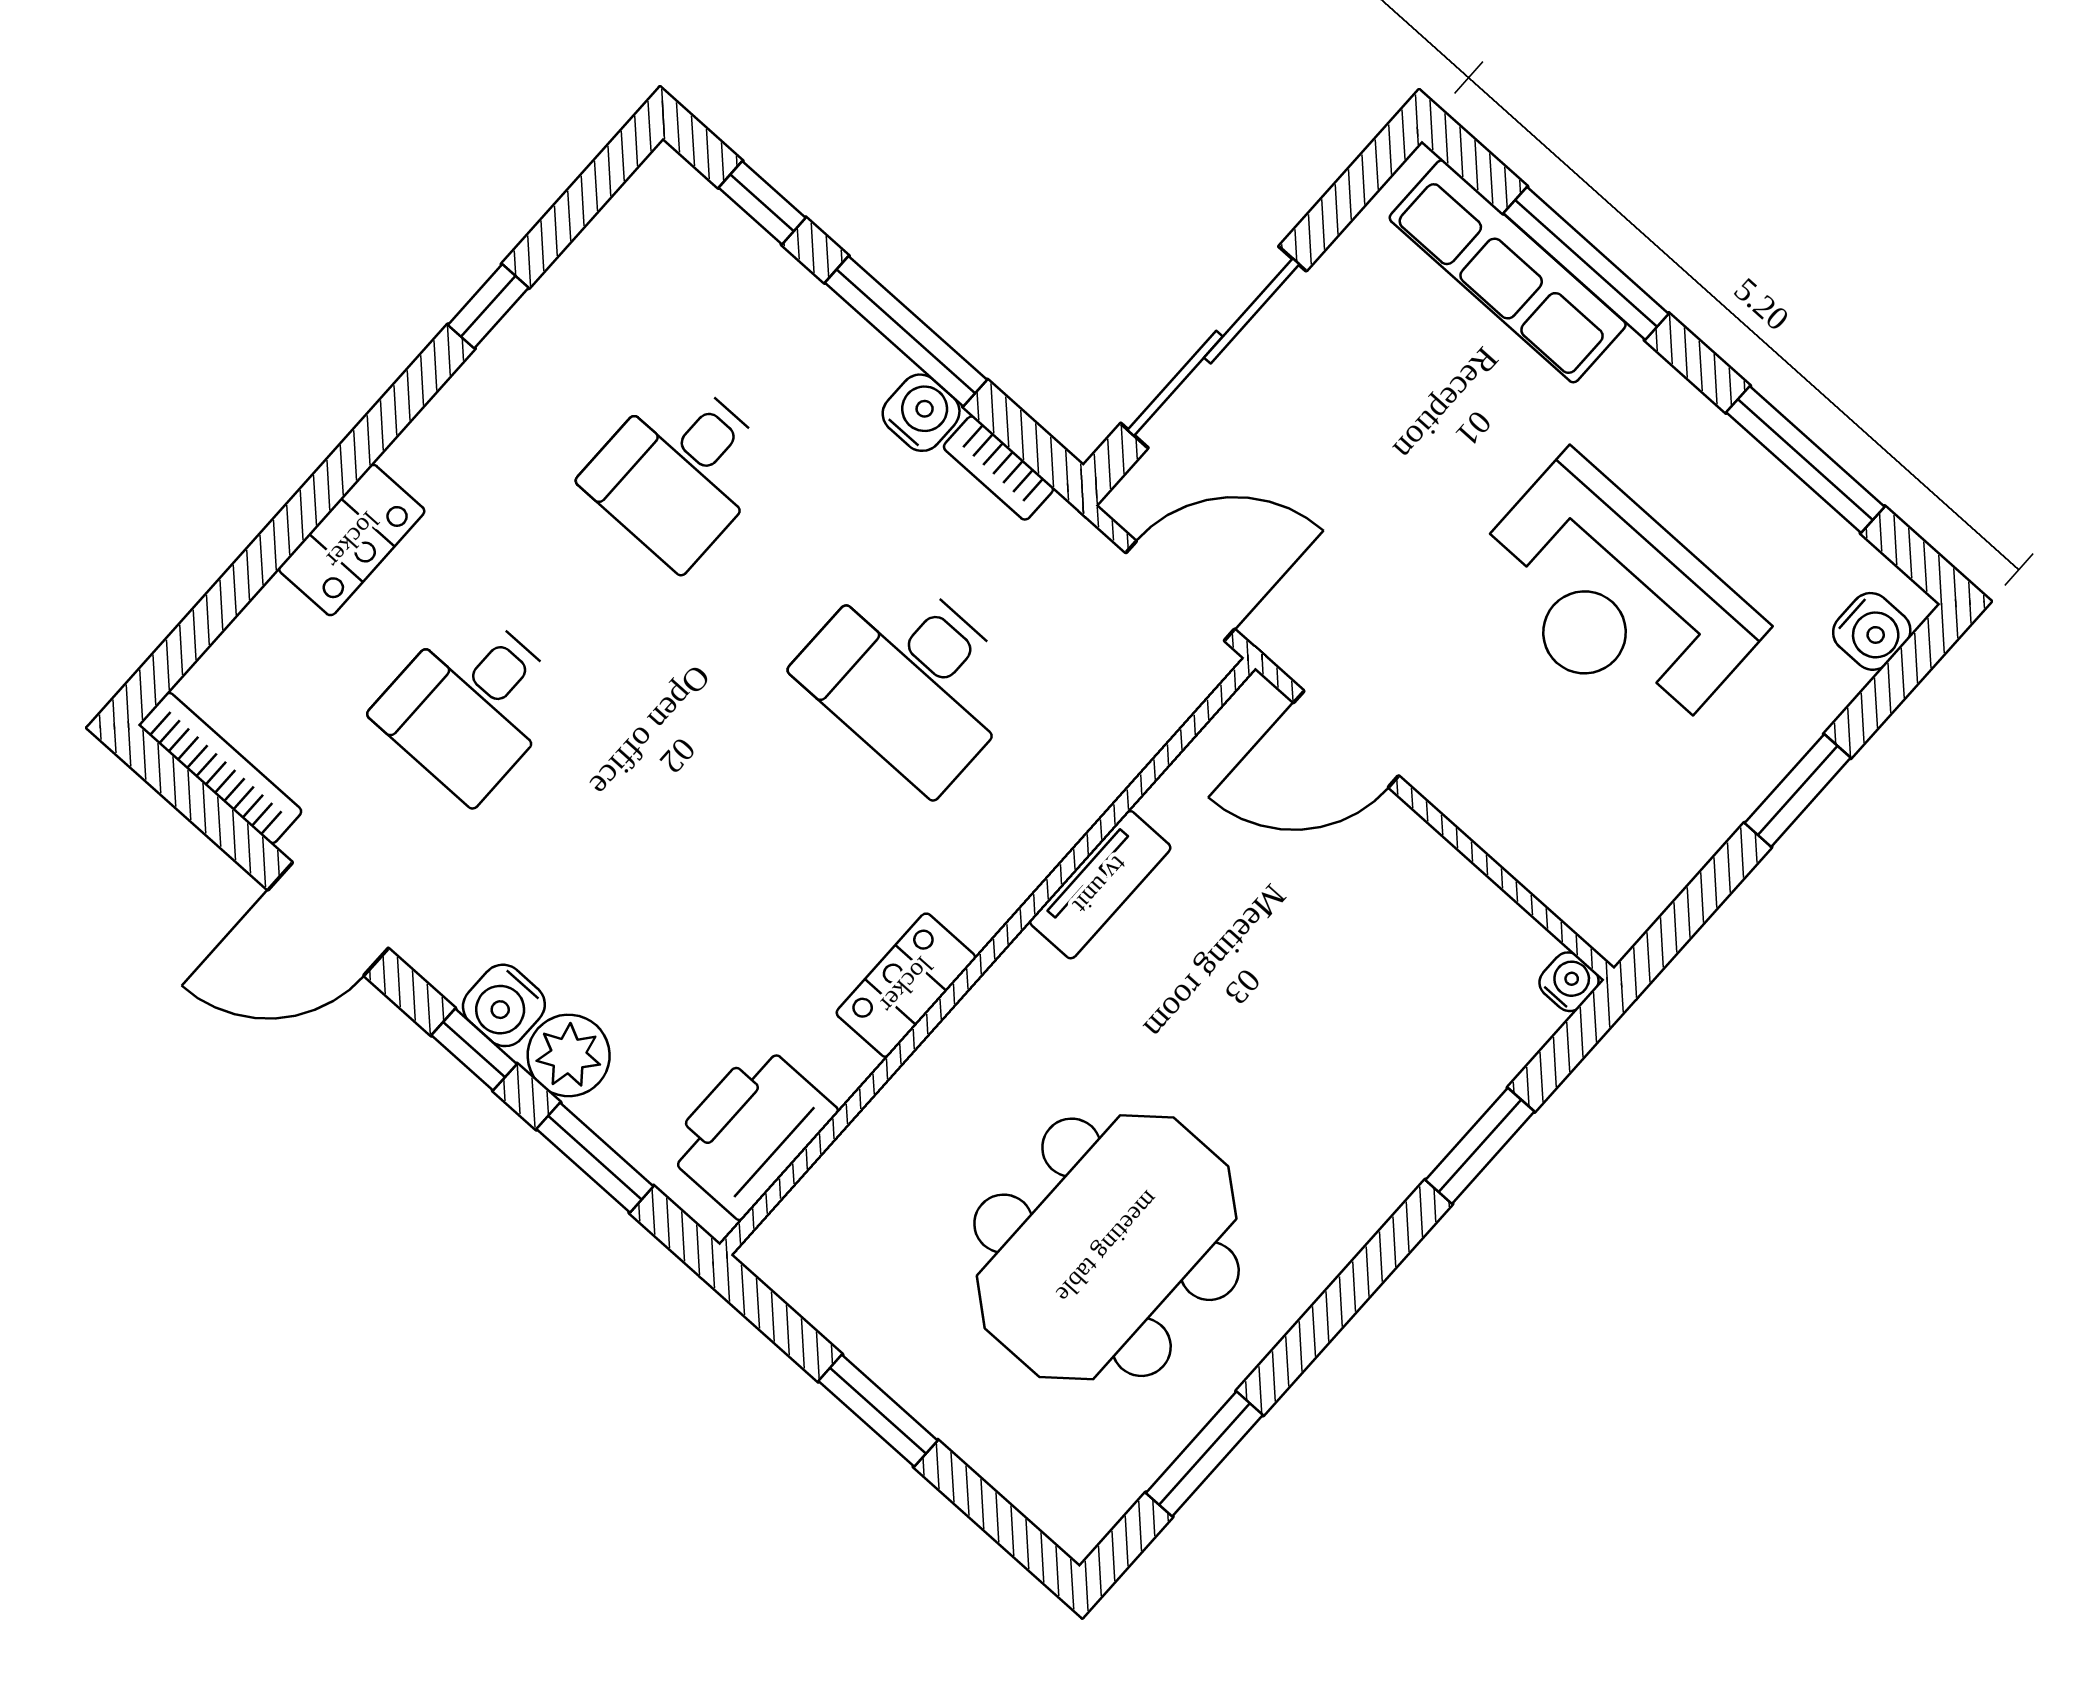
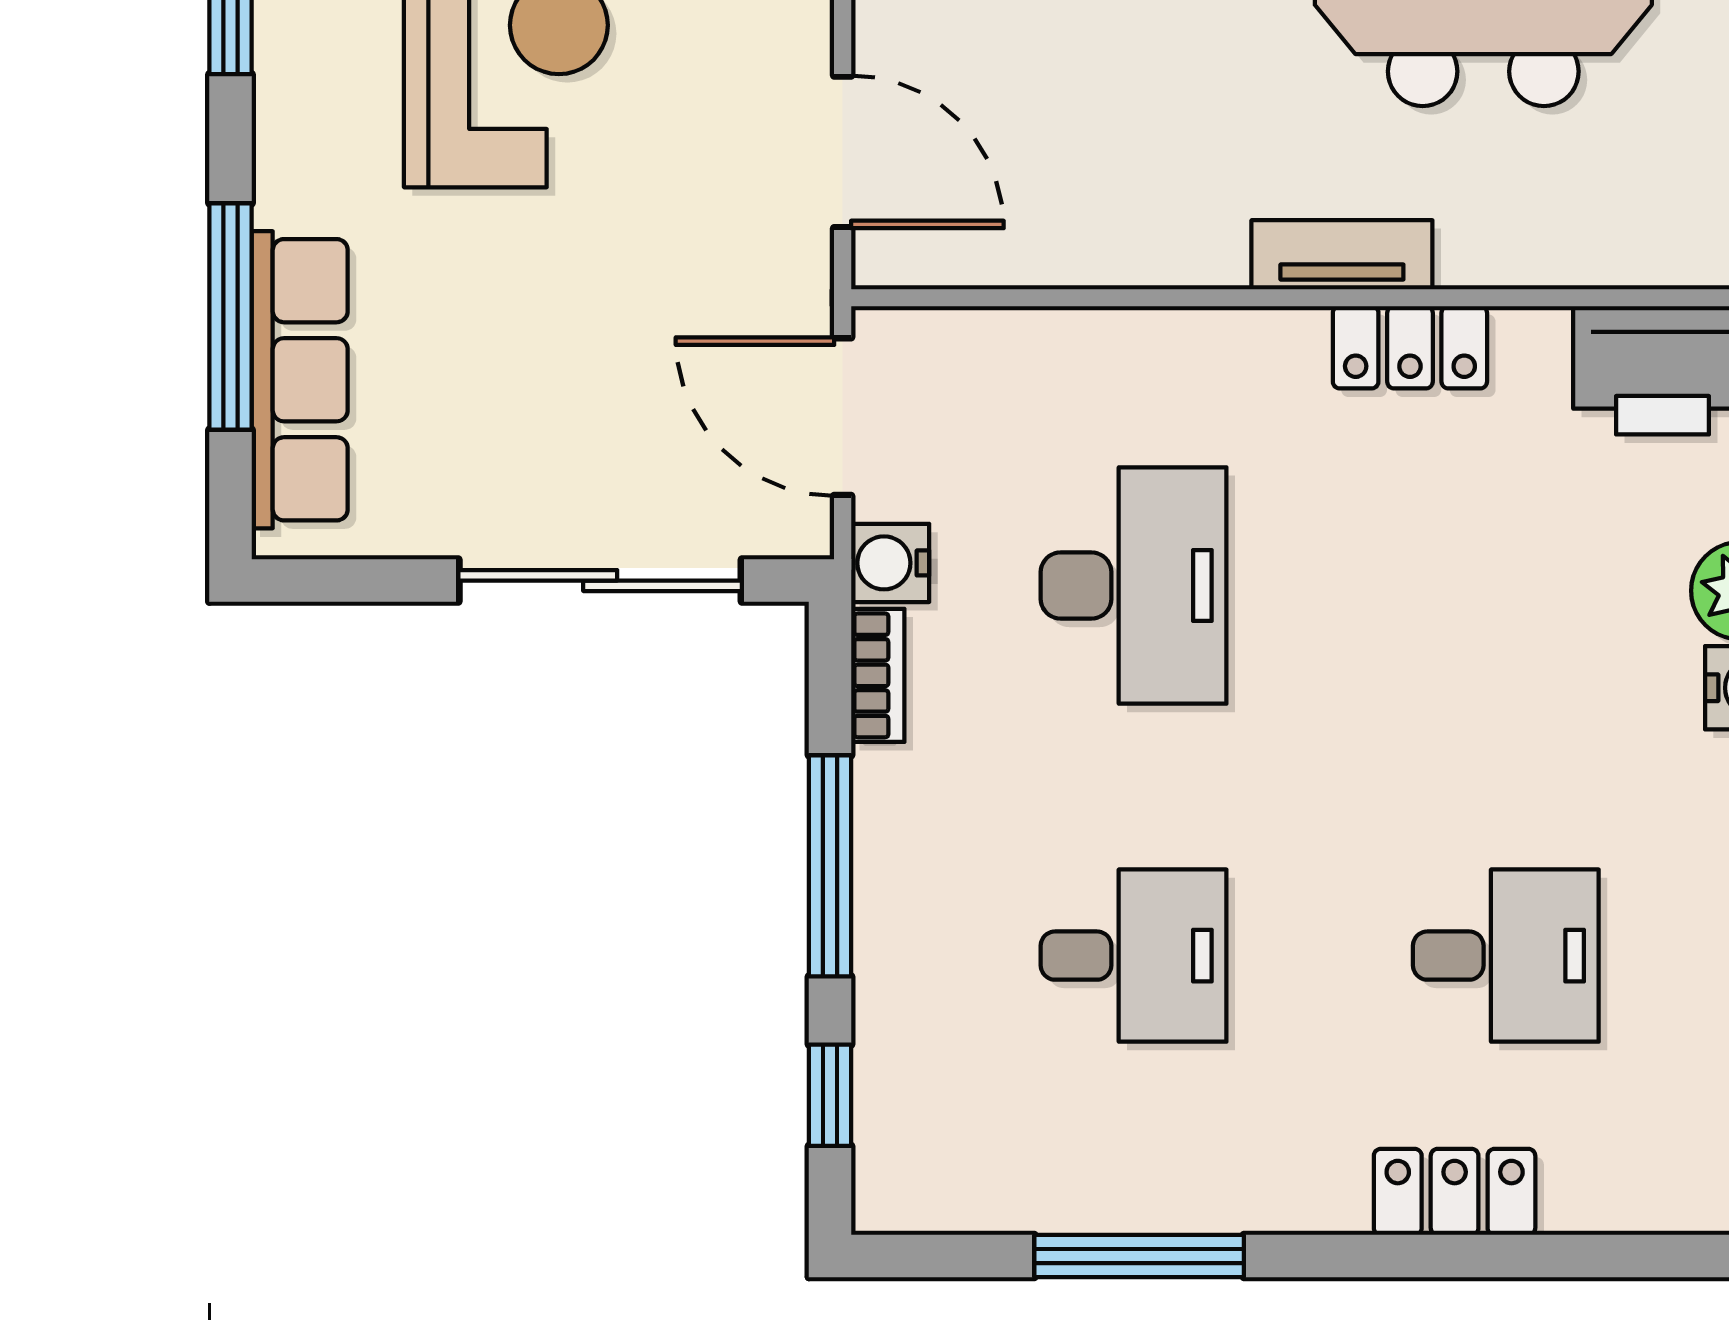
window: (488, 306) -> (1139, 1256), width x2.17
water cooler: (921, 413) -> (890, 563), moved
tv unit: (1100, 885) -> (1342, 255), moved

